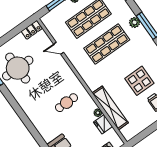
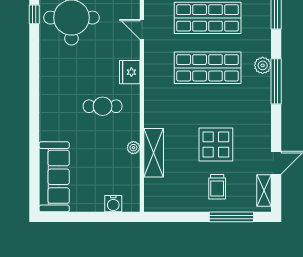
shelving: (110, 108) -> (154, 153), width x0.68
fridge: (103, 124) -> (130, 72), moved

